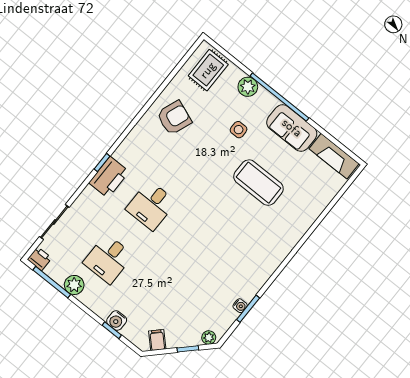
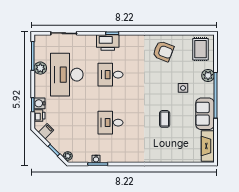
rug: (208, 70) -> (200, 49), turned 90
coffee table: (258, 183) -> (165, 119), width x0.54, depth x0.58
desk: (210, 253) -> (110, 123), added
printer: (39, 259) -> (40, 116), moved
desk: (108, 259) -> (67, 75), width x1.87, depth x1.30

